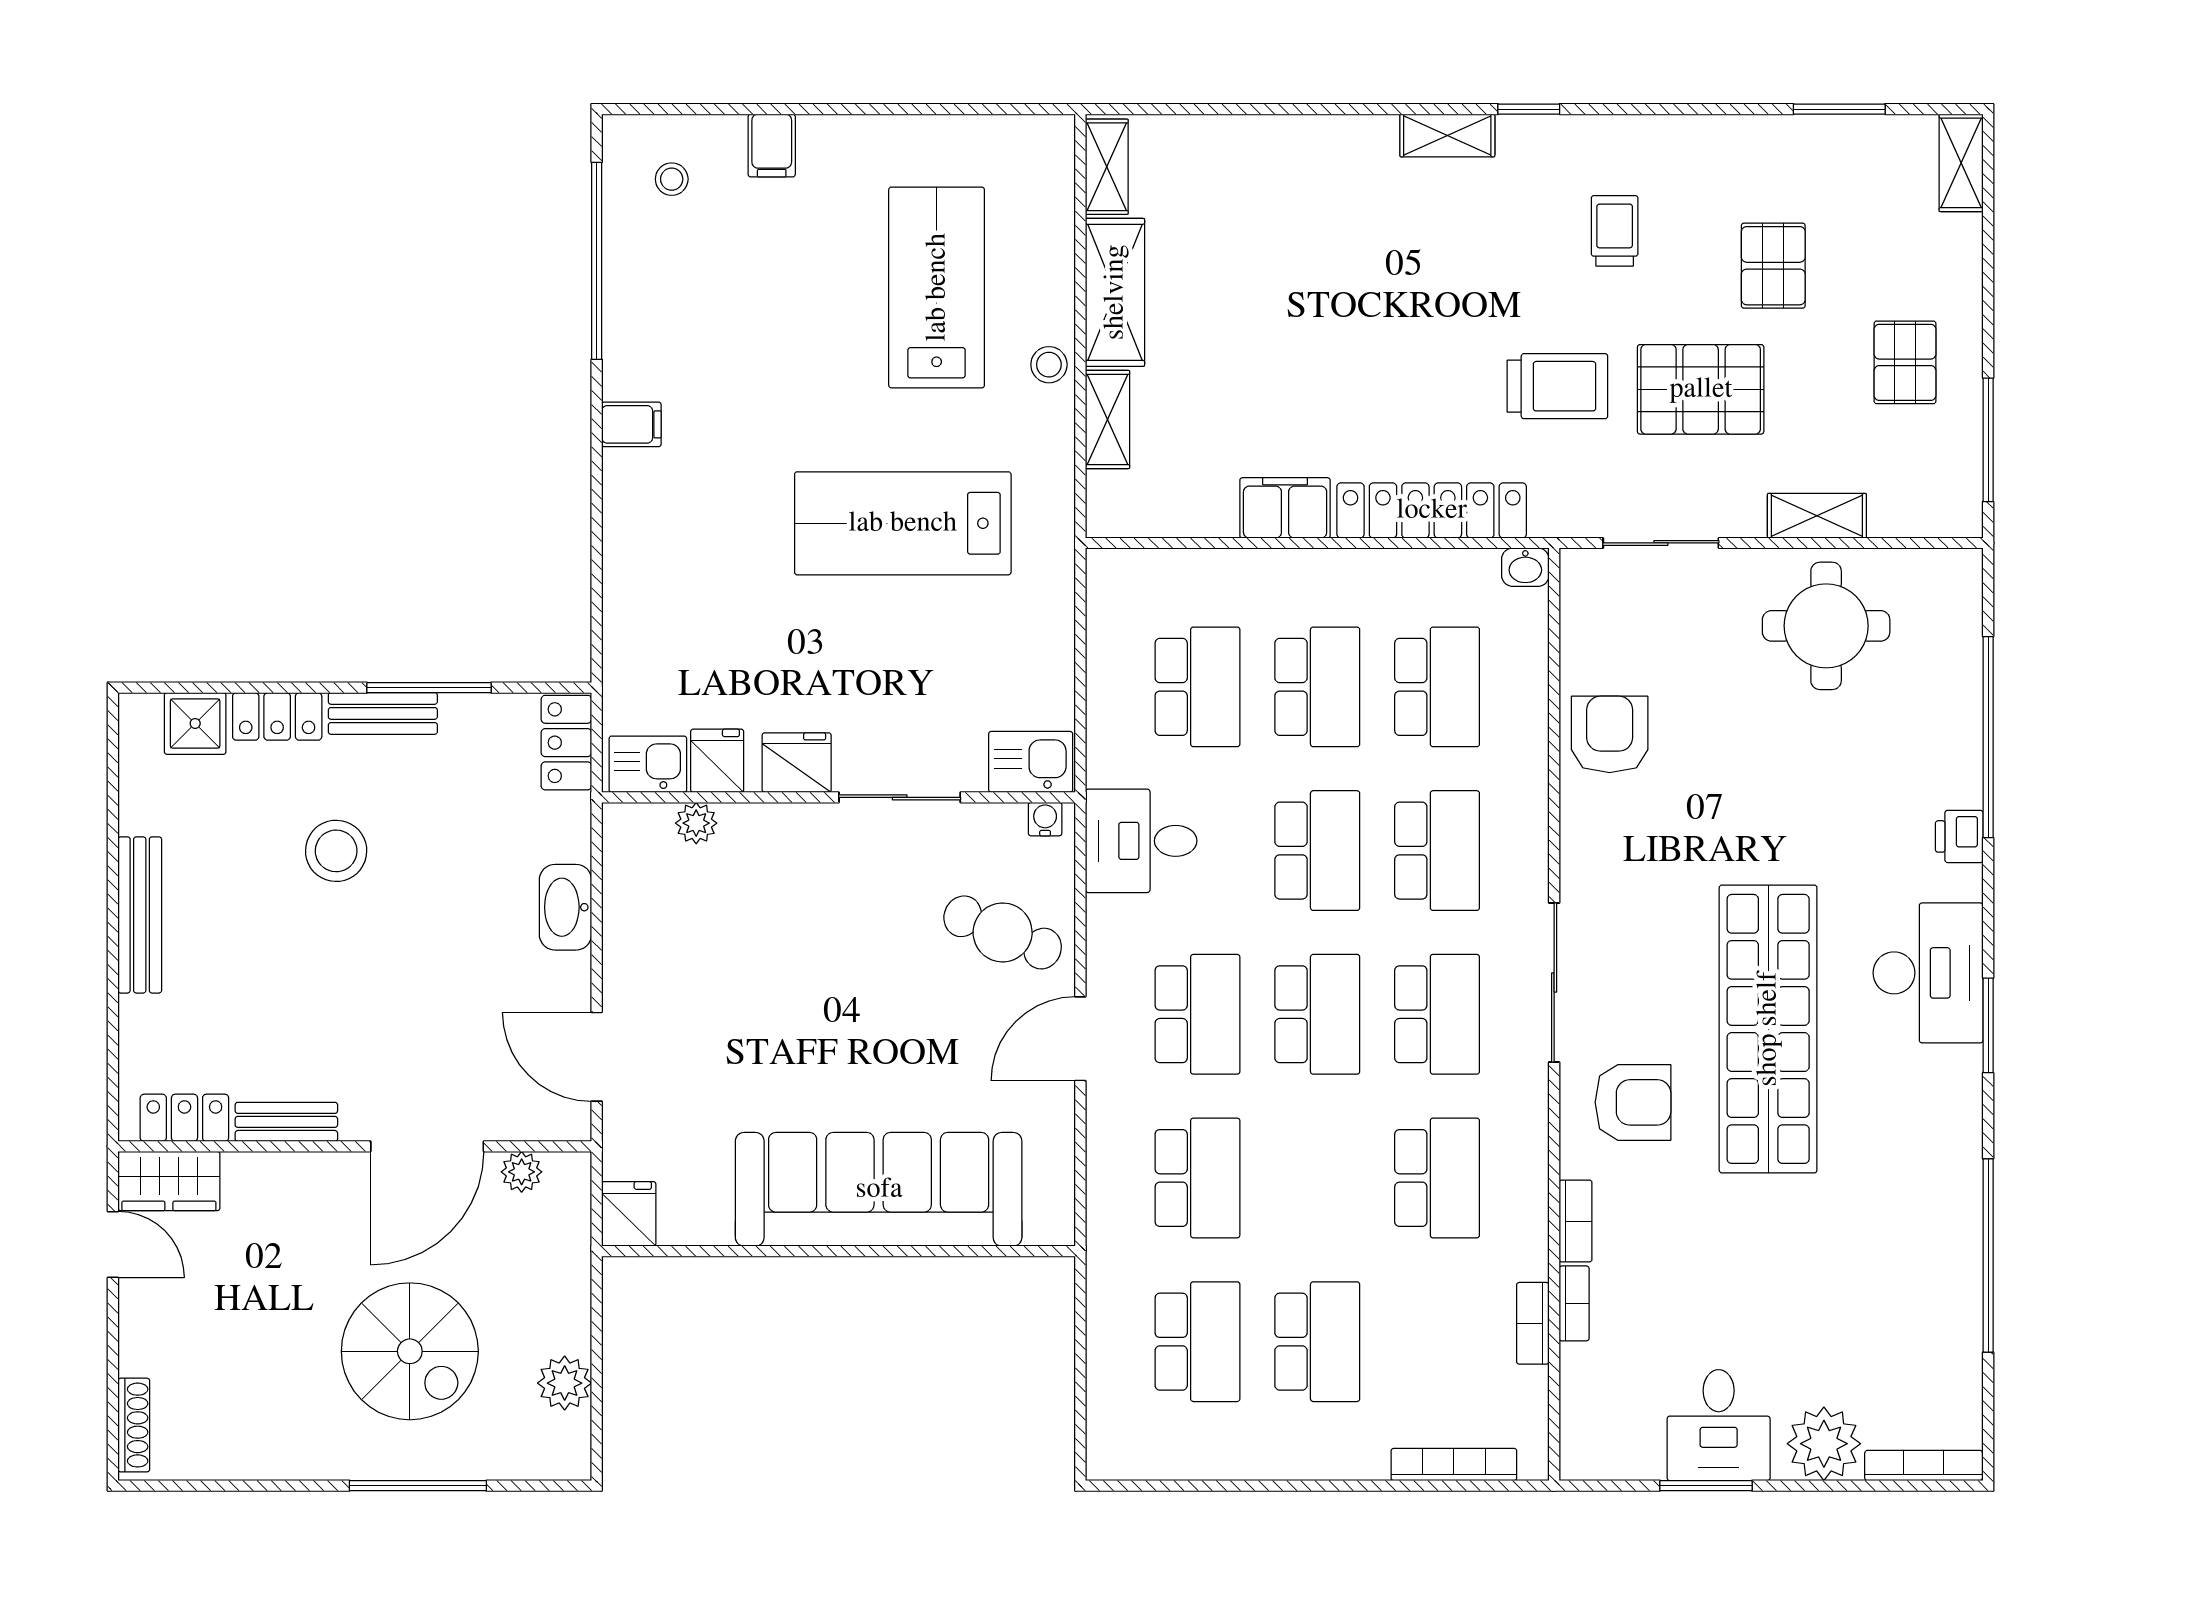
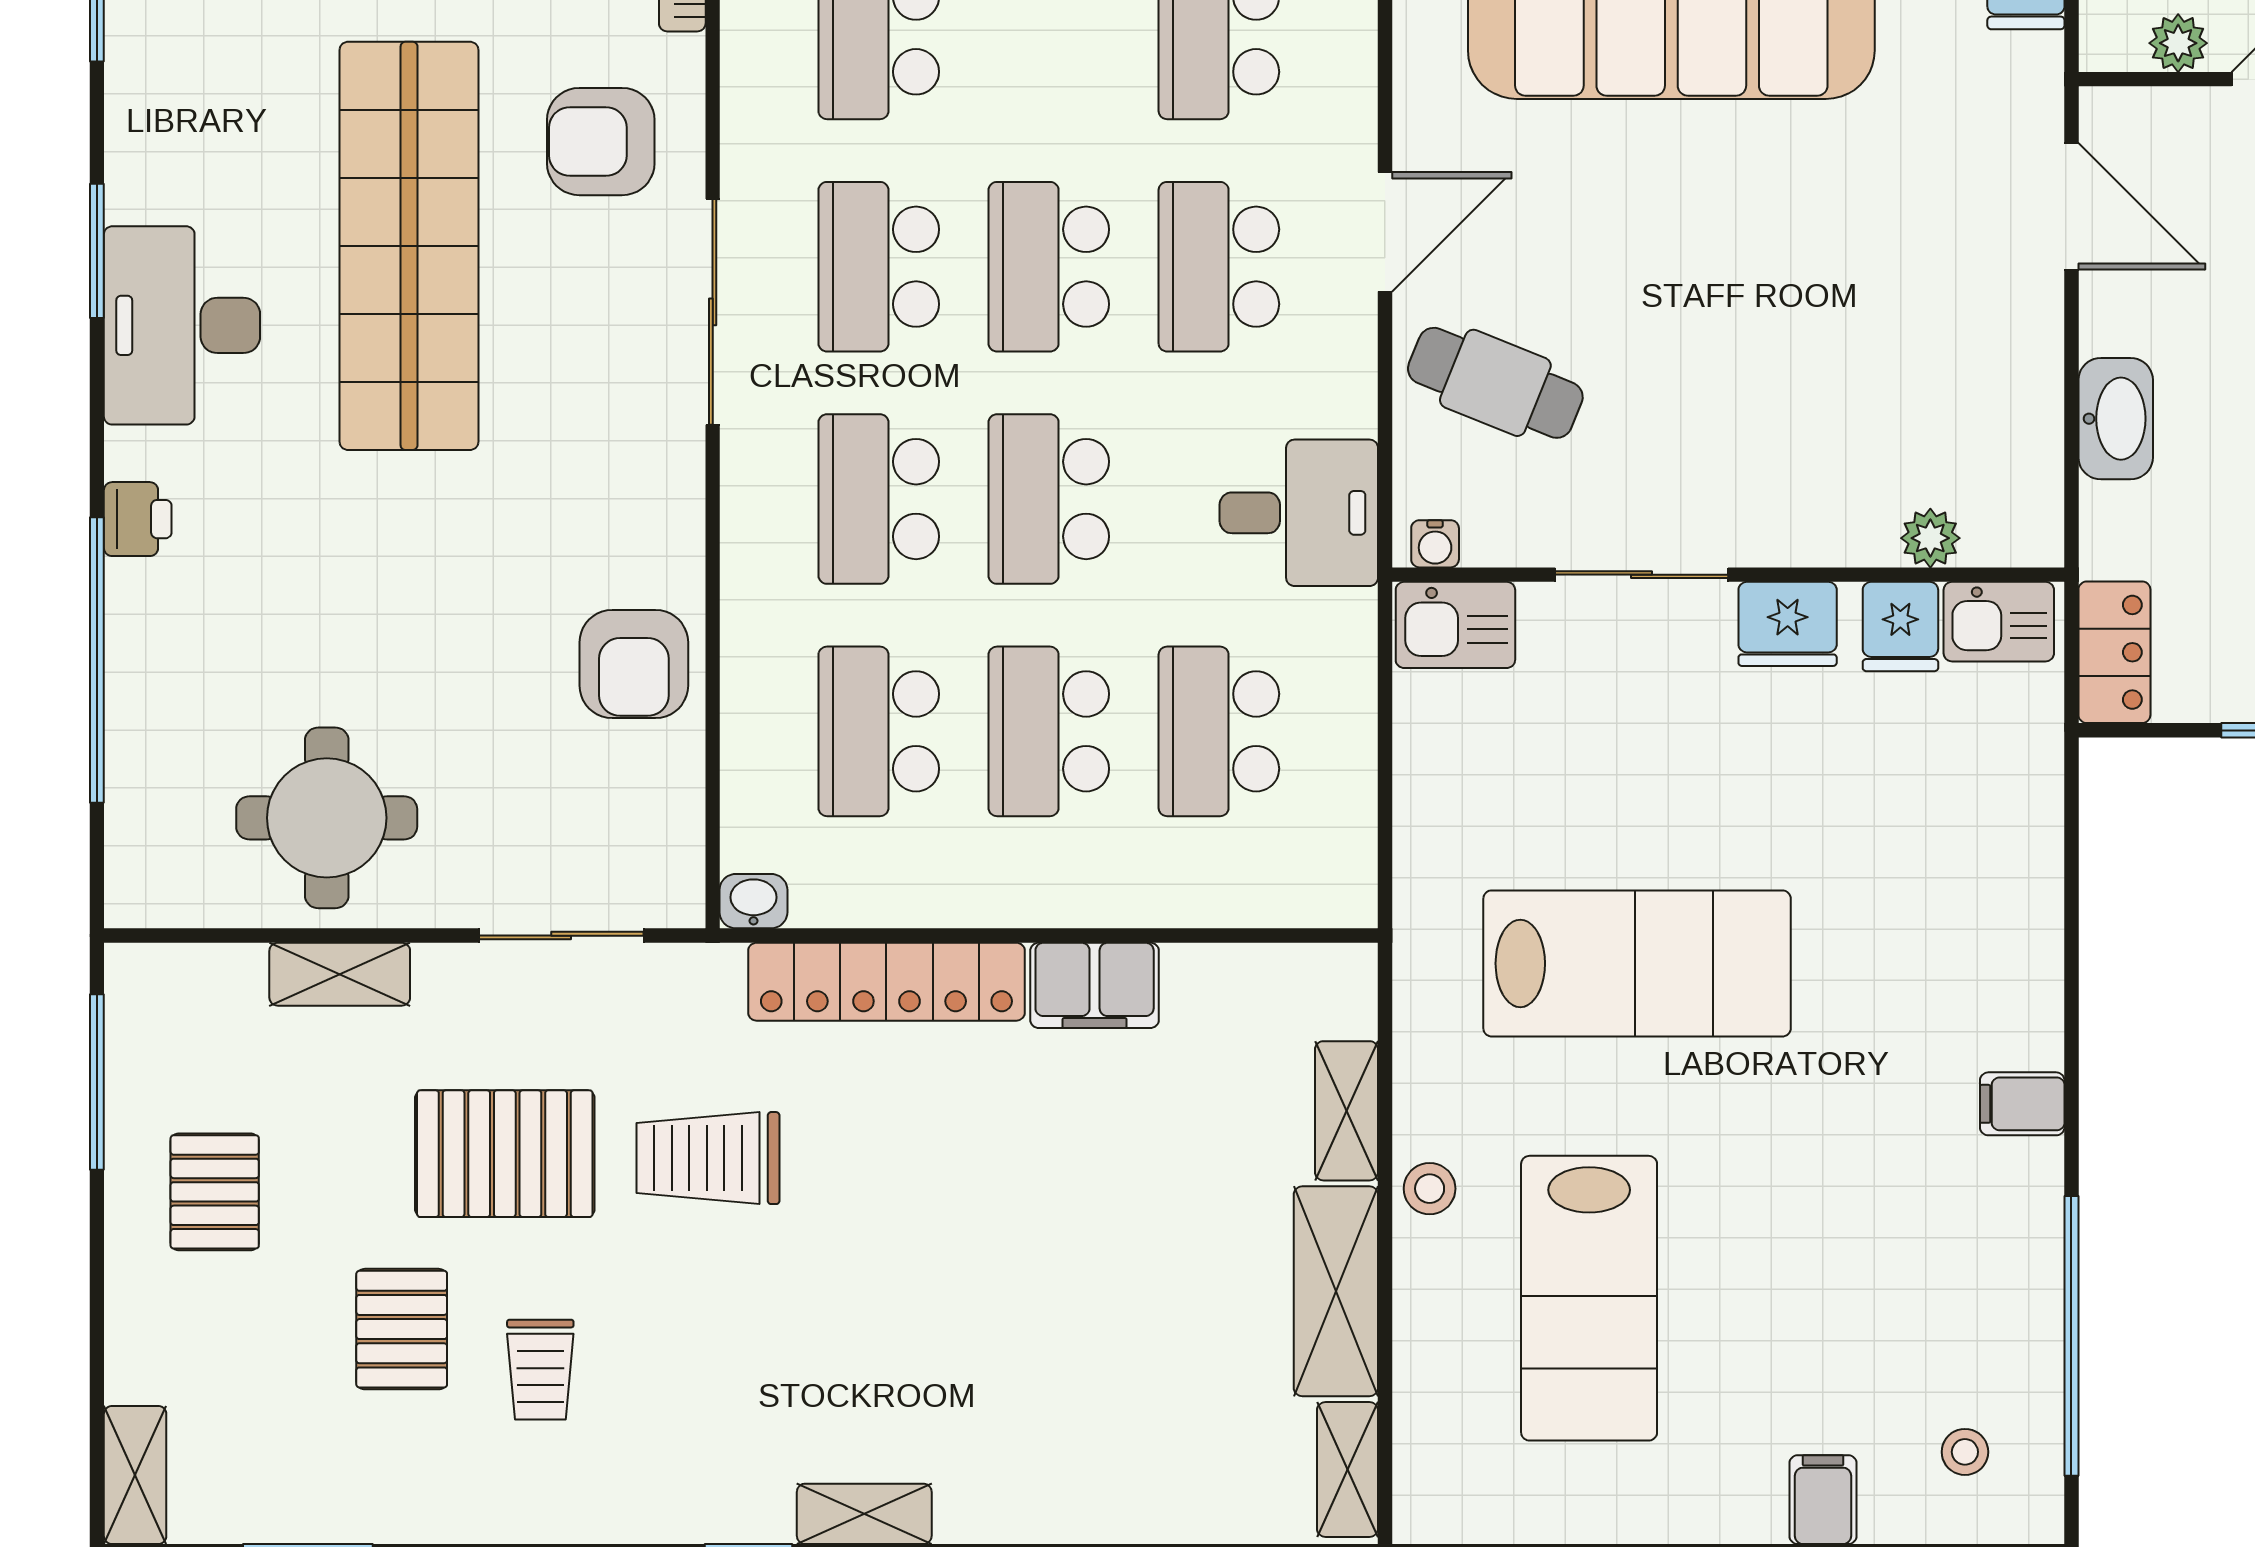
trolley: (1615, 231) -> (540, 1370), moved

